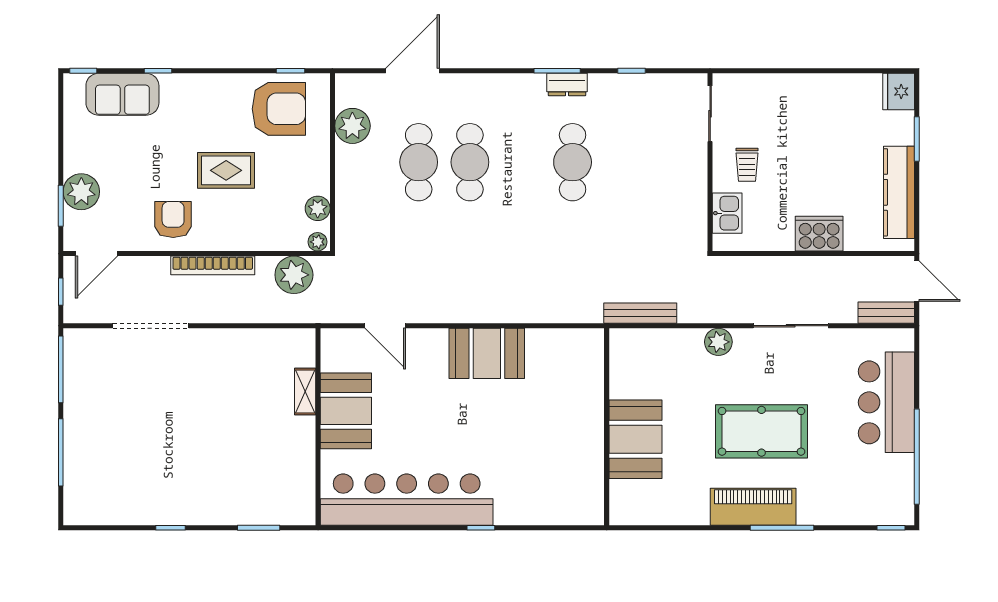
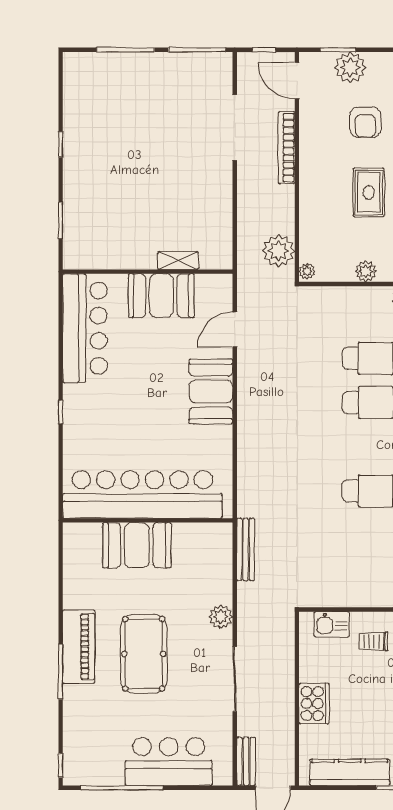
plant: (318, 208) -> (366, 271), moved
armchair: (173, 219) -> (365, 122), moved, turned 90
bookcase: (213, 265) -> (287, 148), moved
booth: (487, 353) -> (211, 392), moved
bar counter: (577, 433) -> (142, 494), added
bar counter: (407, 500) -> (85, 328), width x0.73

